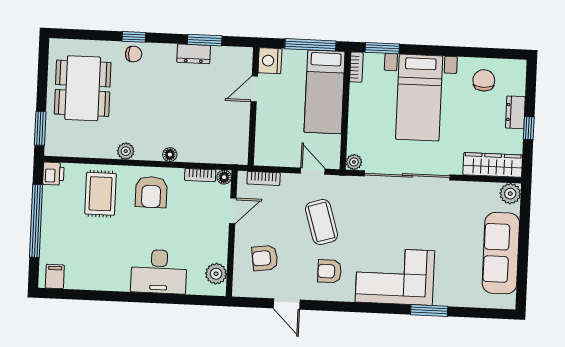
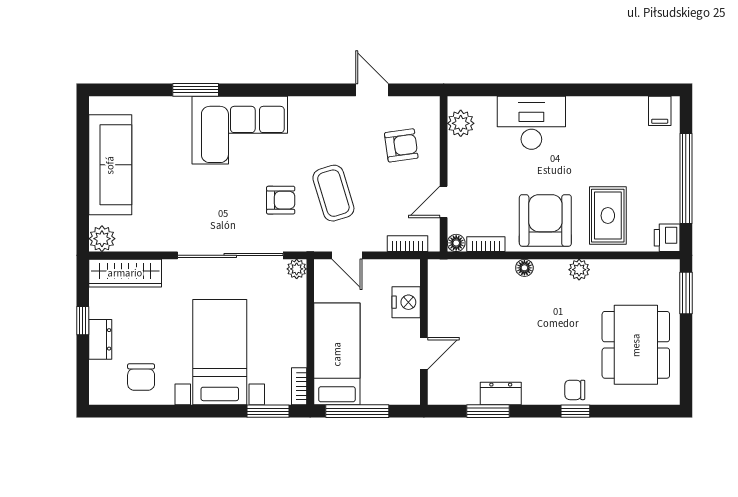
nightstand: (270, 61) -> (406, 302), moved
armchair: (151, 192) -> (545, 220), width x1.36, depth x1.36
armchair: (330, 271) -> (281, 200), moved

